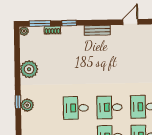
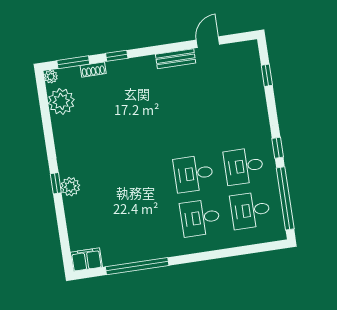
bench: (97, 30) -> (176, 59), moved
plant: (29, 69) -> (61, 101), moved
desk: (76, 108) -> (143, 181), removed

